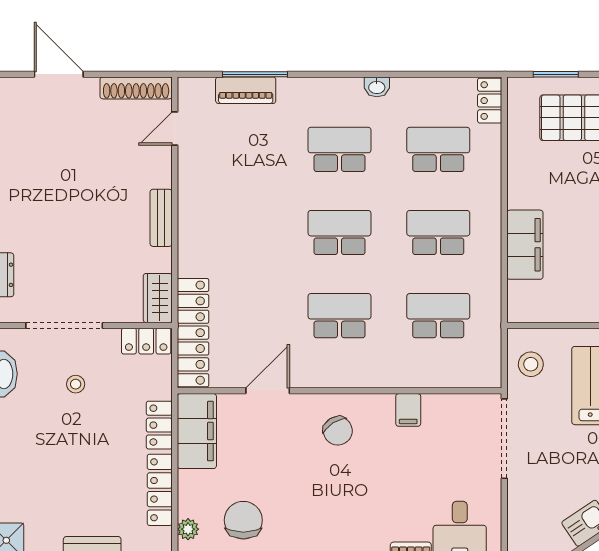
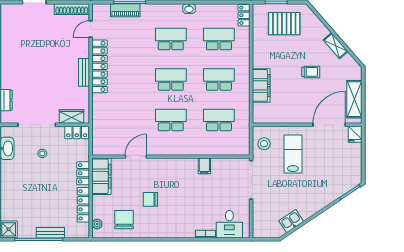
wardrobe: (158, 298) -> (72, 116), moved, turned 90
locker: (193, 333) -> (99, 66), moved
chair: (338, 431) -> (150, 199), moved, turned 122

